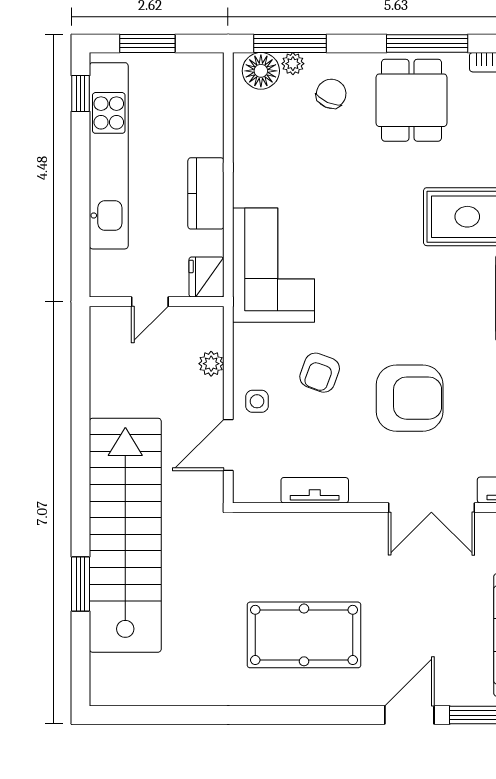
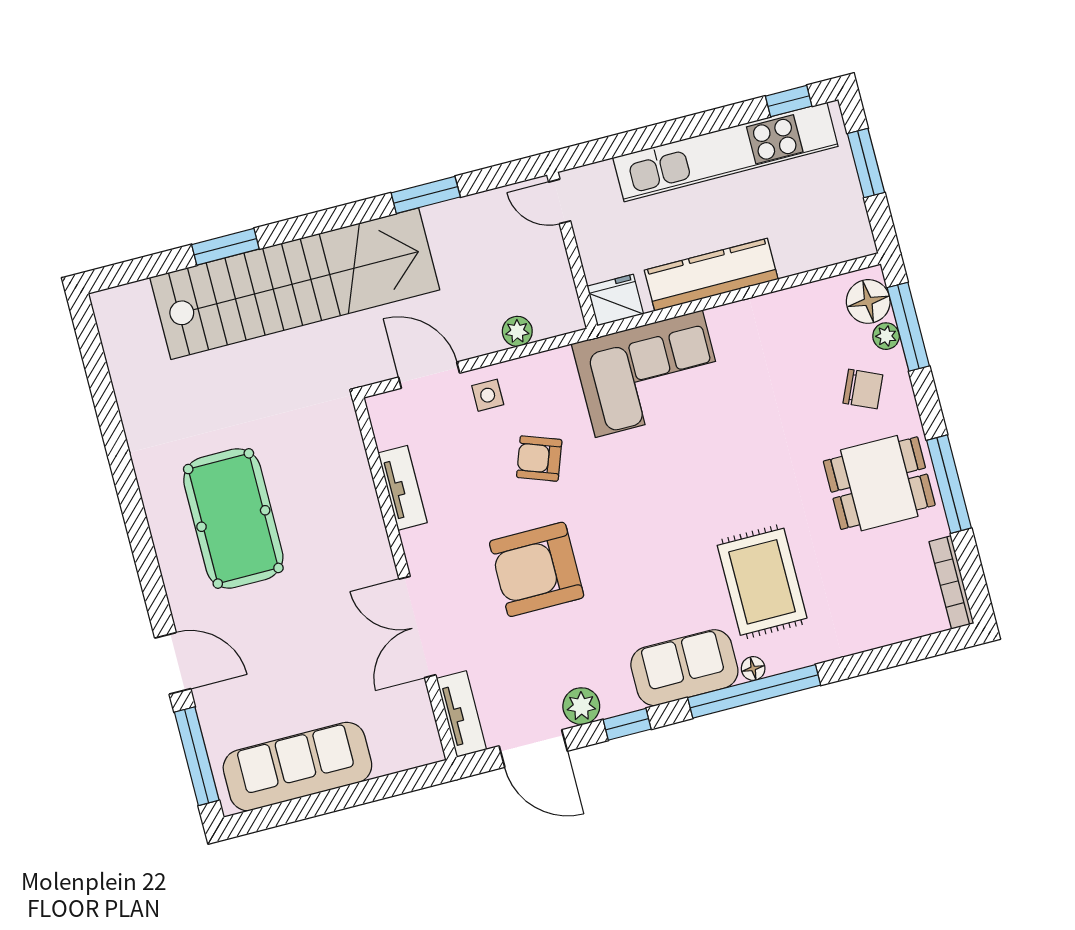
kitchen counter: (206, 193) -> (711, 275), width x1.50
door: (150, 302) -> (560, 201), moved
armchair: (410, 398) -> (537, 569), turned 90
window: (81, 410) -> (426, 195), added

